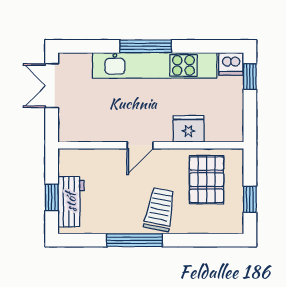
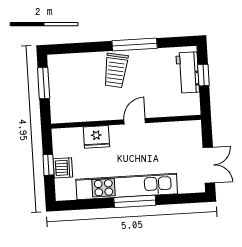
dishwasher: (231, 64) -> (63, 168), moved, turned 90
window: (250, 77) -> (48, 165), moved
pallet: (207, 180) -> (79, 97), removed
window: (250, 199) -> (44, 83), width x1.50

